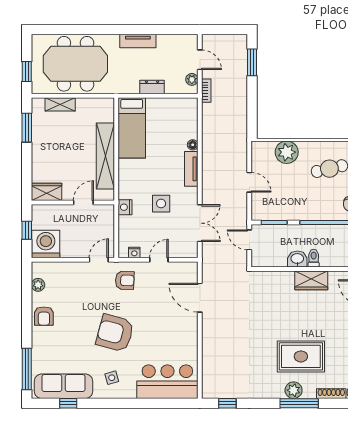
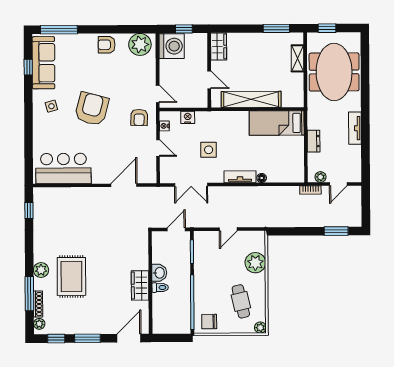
nightstand: (125, 207) -> (188, 117), moved
plant: (38, 285) -> (140, 44), width x1.88, depth x1.88
bar counter: (167, 382) -> (63, 168), moved, turned -90
window: (299, 403) -> (29, 294), moved

